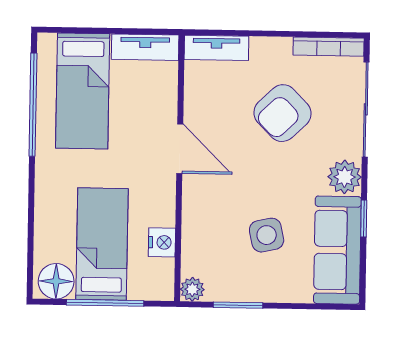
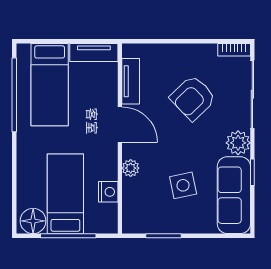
bookcase: (329, 47) -> (234, 50), width x0.64
tv unit: (216, 48) -> (131, 81), moved, turned -90
plant: (192, 289) -> (131, 168), moved

